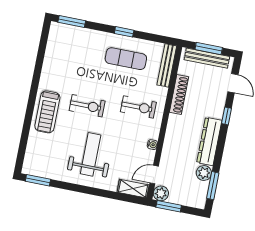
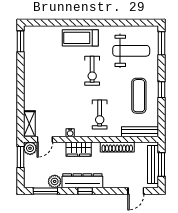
window: (227, 116) -> (85, 191), moved
wardrobe: (173, 138) -> (79, 149), added
weight bench: (91, 154) -> (131, 51), moved
door: (154, 175) -> (45, 139), swing flipped

